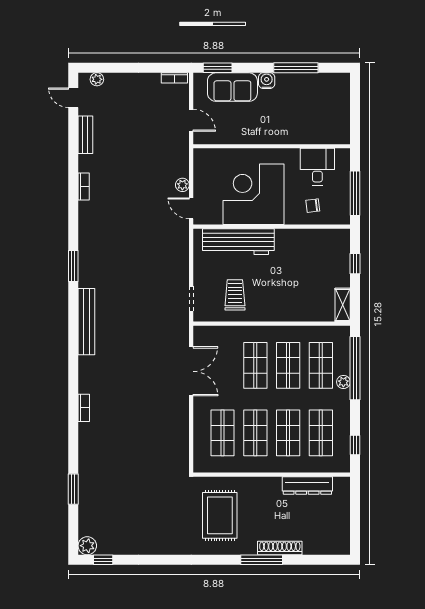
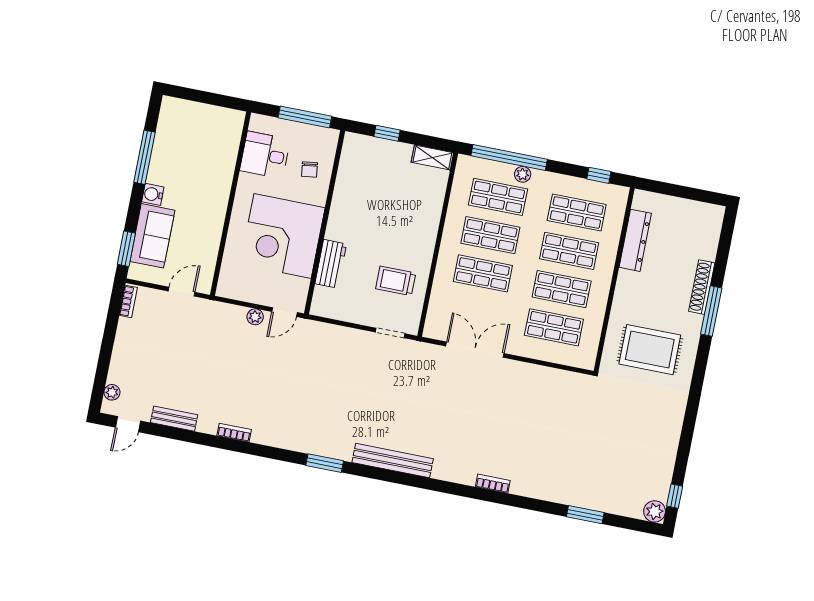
workbench: (238, 242) -> (331, 264), width x0.53, depth x0.76

